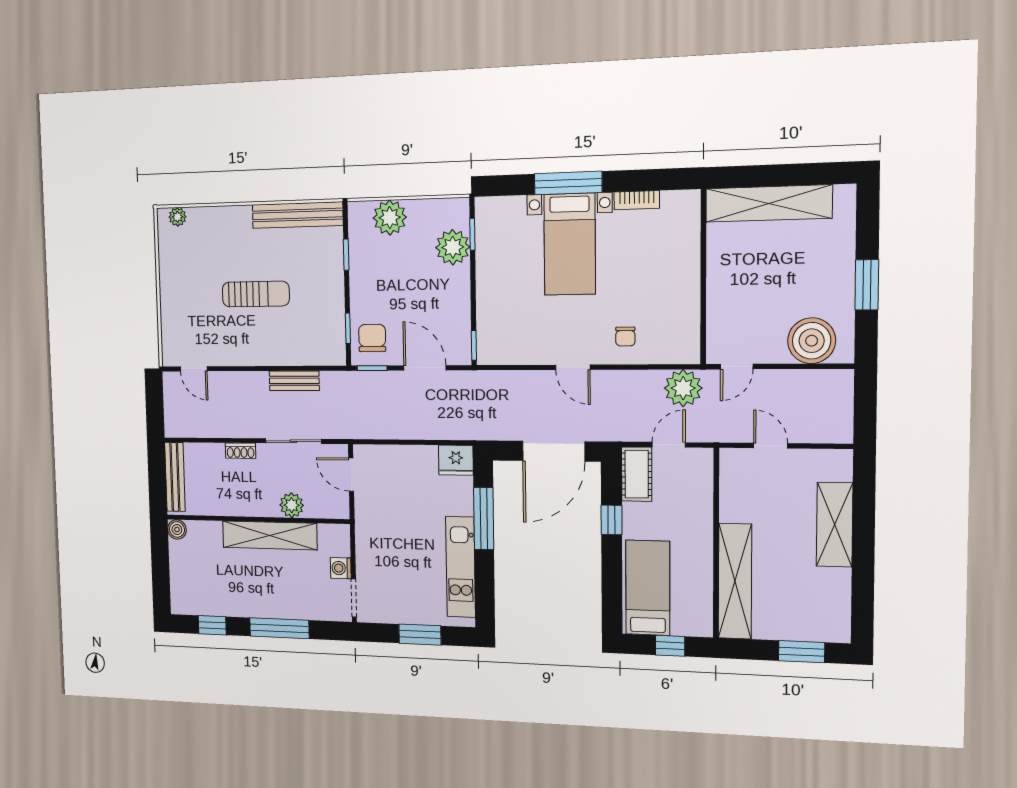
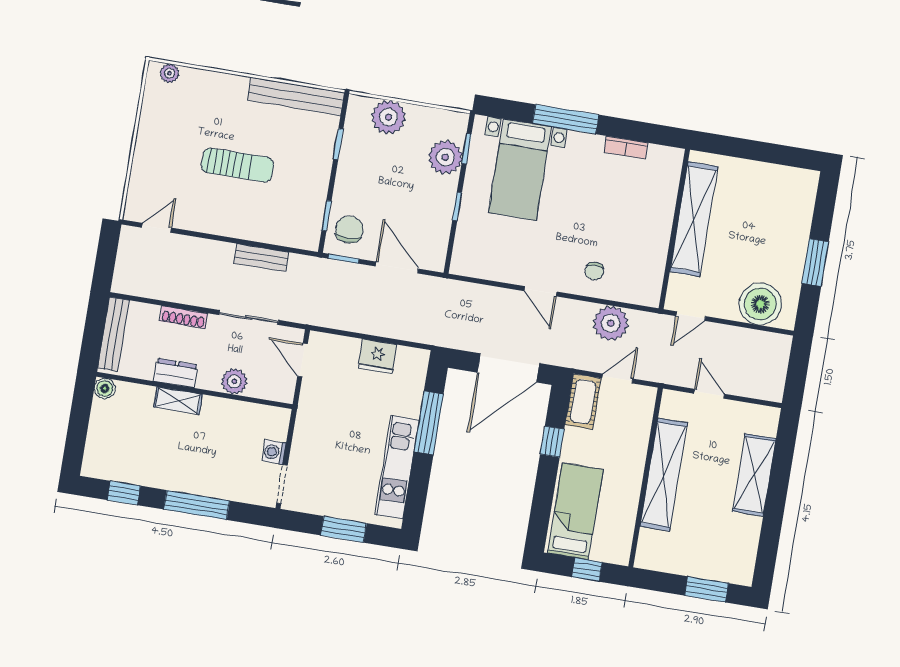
shelving: (769, 203) -> (694, 219), moved, turned 90
bed with nightstands: (570, 244) -> (520, 170), moved
window: (474, 345) -> (457, 206), moved
door: (194, 369) -> (156, 228), swing flipped
plant: (683, 388) -> (611, 323), moved
shoe rack: (240, 451) -> (184, 317), width x1.43
fridge: (456, 460) -> (377, 356), moved
dresser: (237, 505) -> (176, 373), added
shelving: (270, 535) -> (178, 401), width x0.45, depth x0.75
shelving: (735, 581) -> (664, 475), moved

